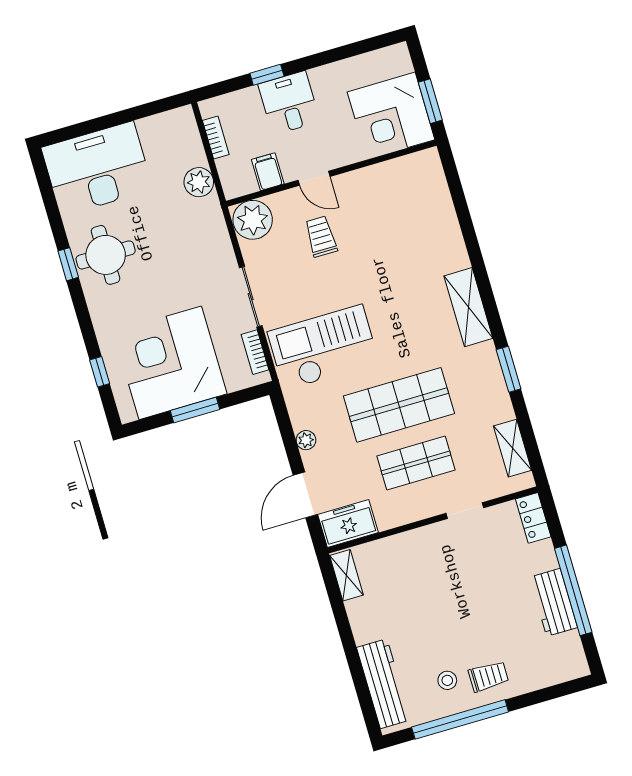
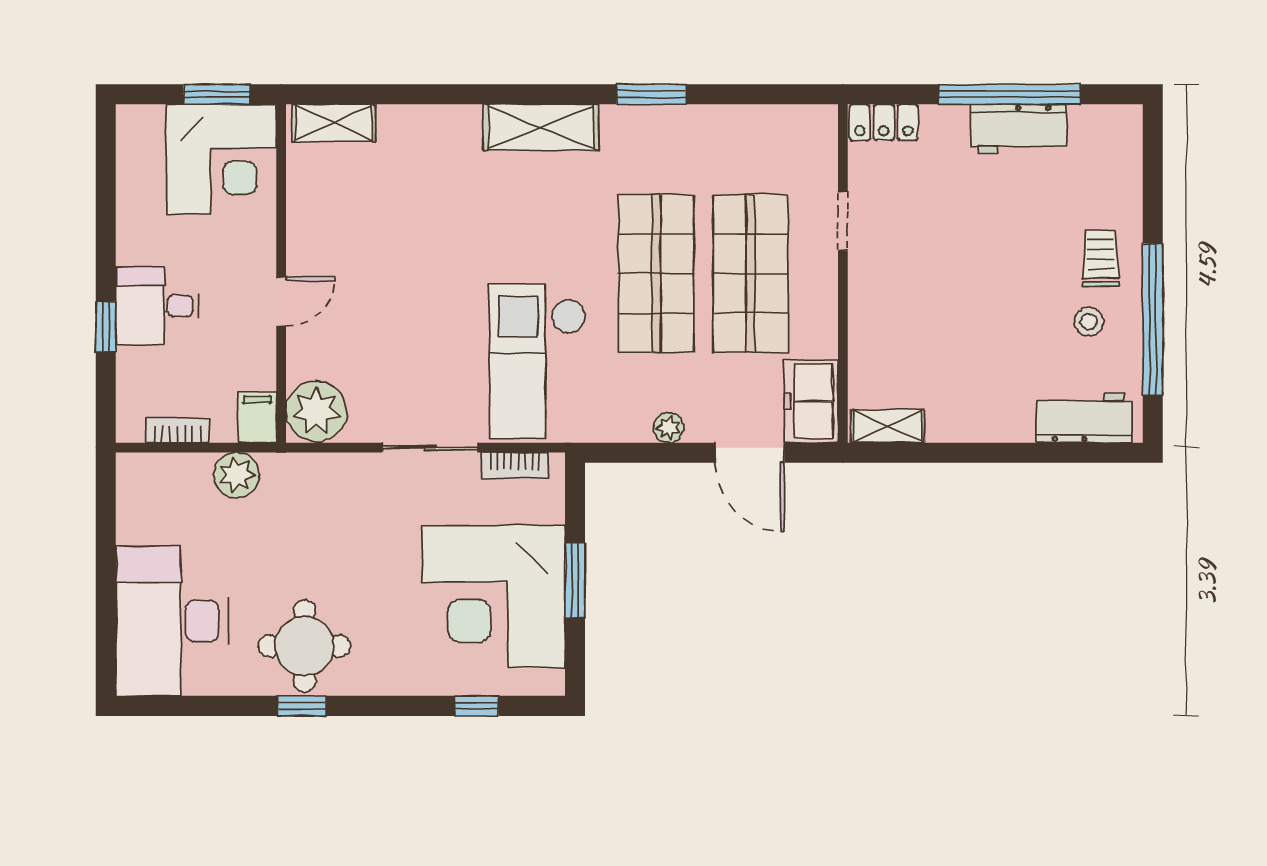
filing cabinet: (268, 172) -> (257, 417), moved, turned 90
trolley: (321, 237) -> (371, 317), removed
shelving: (512, 448) -> (334, 123), moved
shop shelf: (416, 463) -> (751, 273), width x1.43, depth x1.36
workbench: (384, 684) -> (1084, 418), width x0.73

